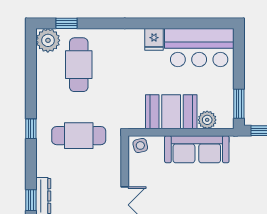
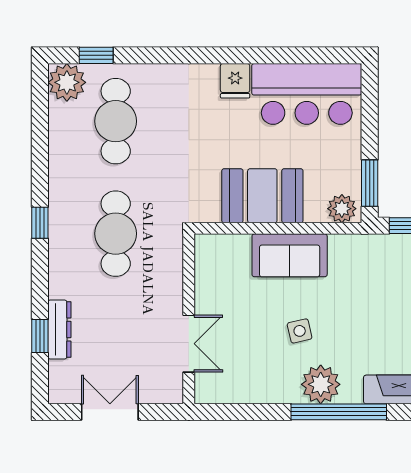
plant: (207, 120) -> (342, 209), moved
cafe table: (79, 136) -> (116, 234), turned 90
side table: (140, 145) -> (300, 331), moved
sofa: (197, 149) -> (290, 255), width x0.73

